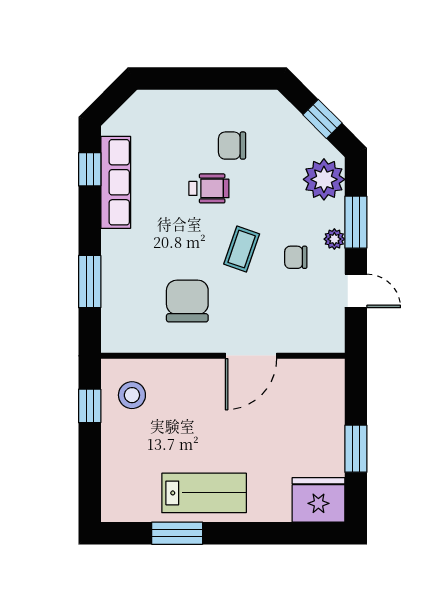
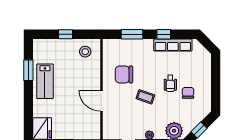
window: (90, 169) -> (164, 34), moved
chair: (296, 257) -> (142, 119), removed
chair: (187, 301) -> (124, 74), turned 180
window: (90, 406) -> (66, 34), moved

